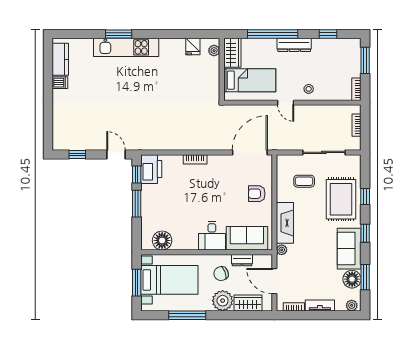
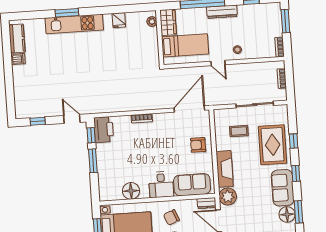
fridge: (193, 47) -> (119, 20), moved
floor lamp: (162, 240) -> (131, 191), moved
plant: (282, 250) -> (228, 197), width x1.88, depth x1.88
dresser: (242, 260) -> (207, 203), moved

